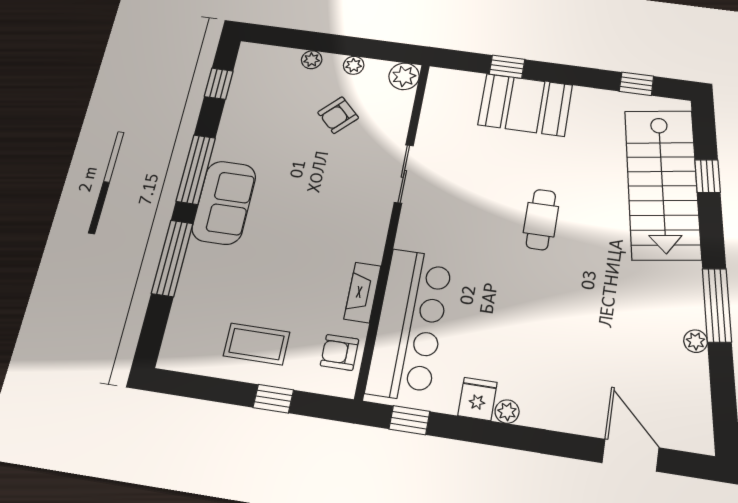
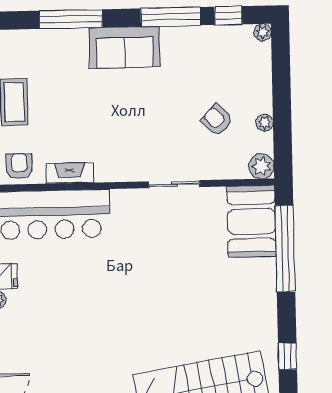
plant: (312, 60) -> (263, 32), moved
window: (507, 67) -> (285, 249), width x3.17
booth: (525, 105) -> (251, 221), moved
window: (196, 170) -> (171, 17), moved
cafe table: (541, 220) -> (154, 299), removed

